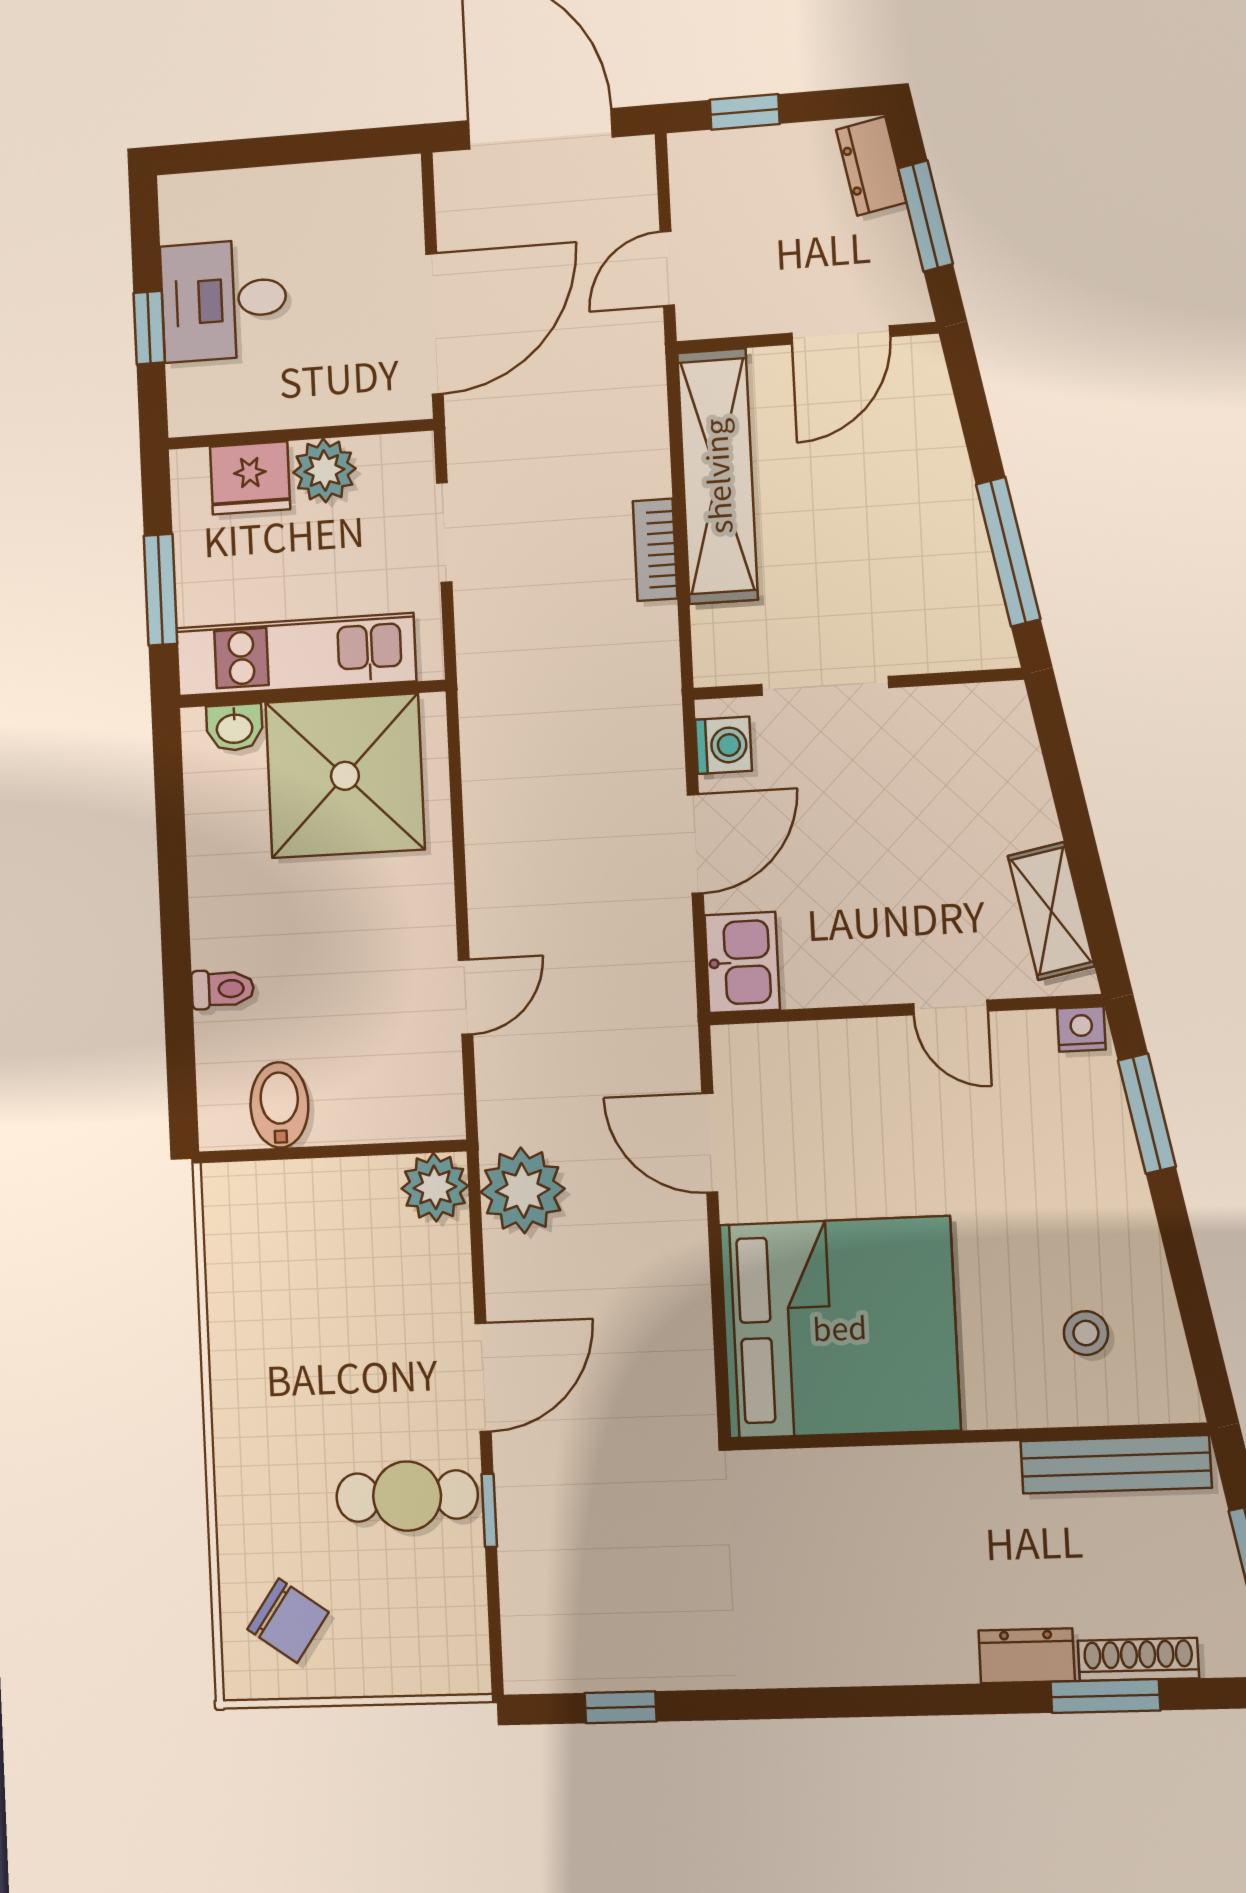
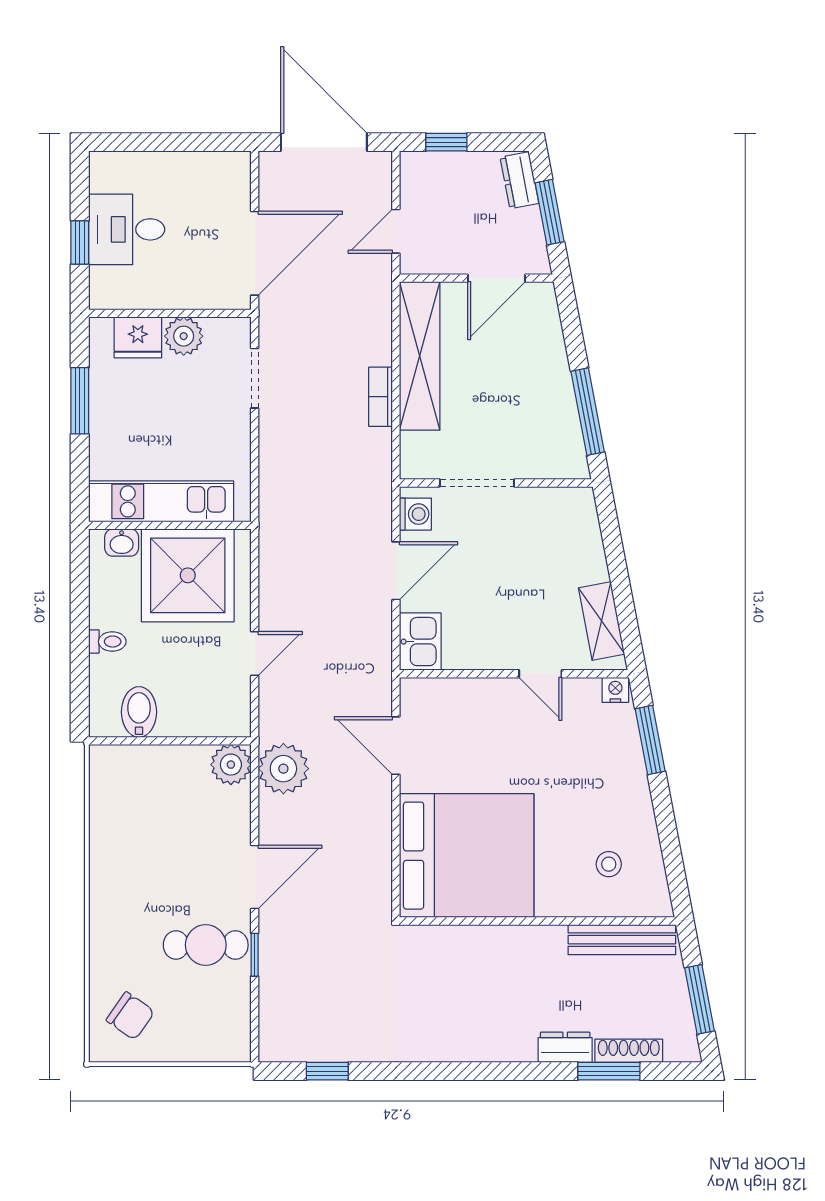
kitchen unit: (296, 655) -> (161, 501), moved
wall: (312, 694) -> (170, 525), moved
washbasin: (234, 727) -> (122, 543), moved
shower: (345, 776) -> (188, 575), moved

